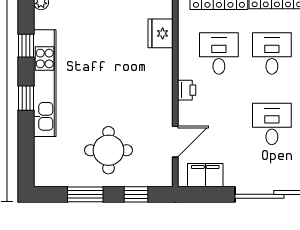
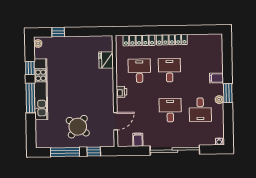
window: (26, 98) -> (30, 98), width x2.17
round table: (108, 150) -> (78, 127), turned 38
filing cabinet: (205, 175) -> (138, 140), width x0.50
window: (85, 194) -> (65, 152), width x1.44

